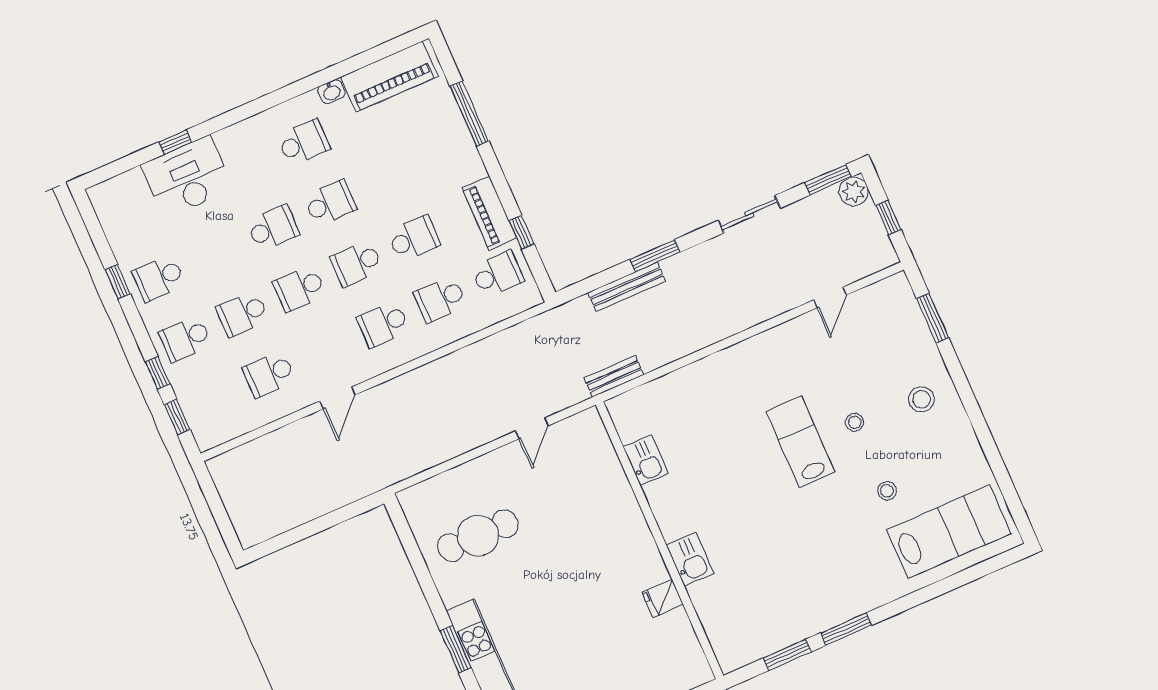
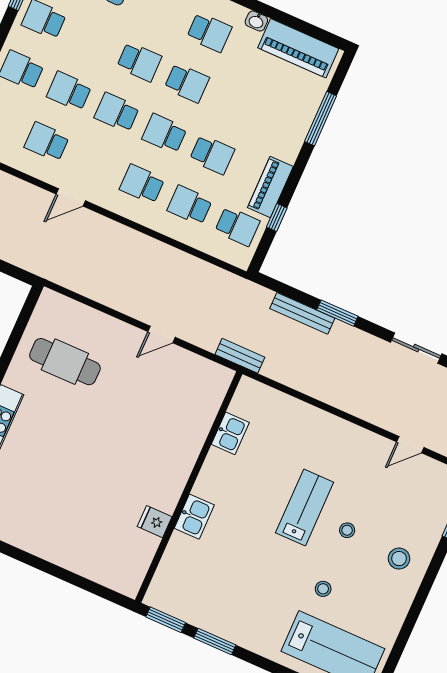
kitchen sink: (646, 460) -> (230, 433), moved
wall: (660, 540) -> (189, 487), moved
kitchen sink: (690, 559) -> (194, 517), moved
fridge: (663, 598) -> (155, 522), moved

